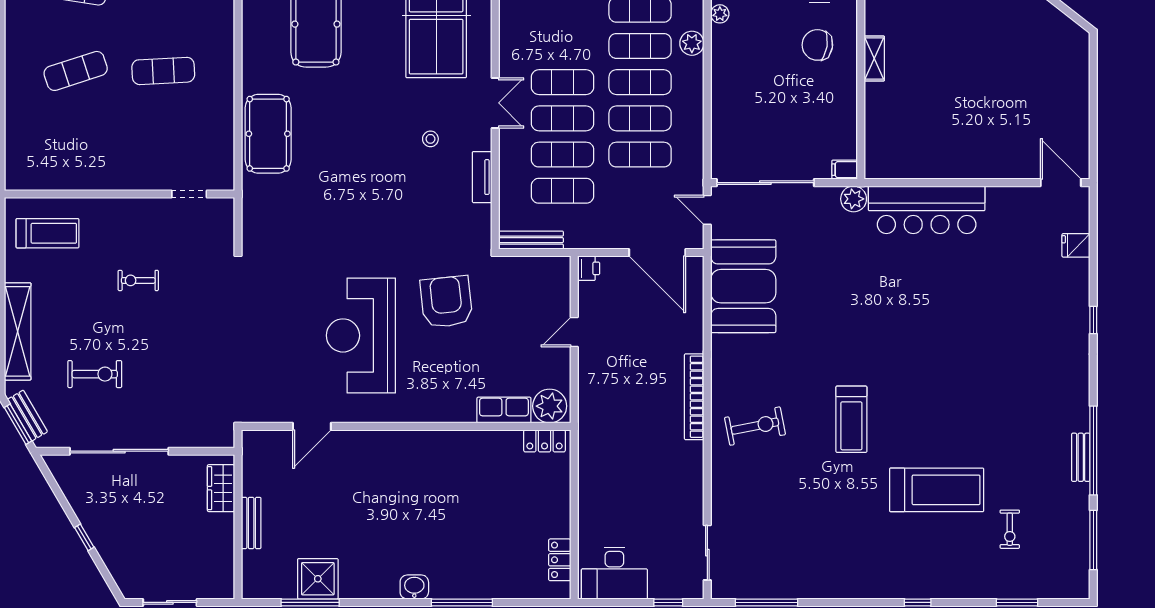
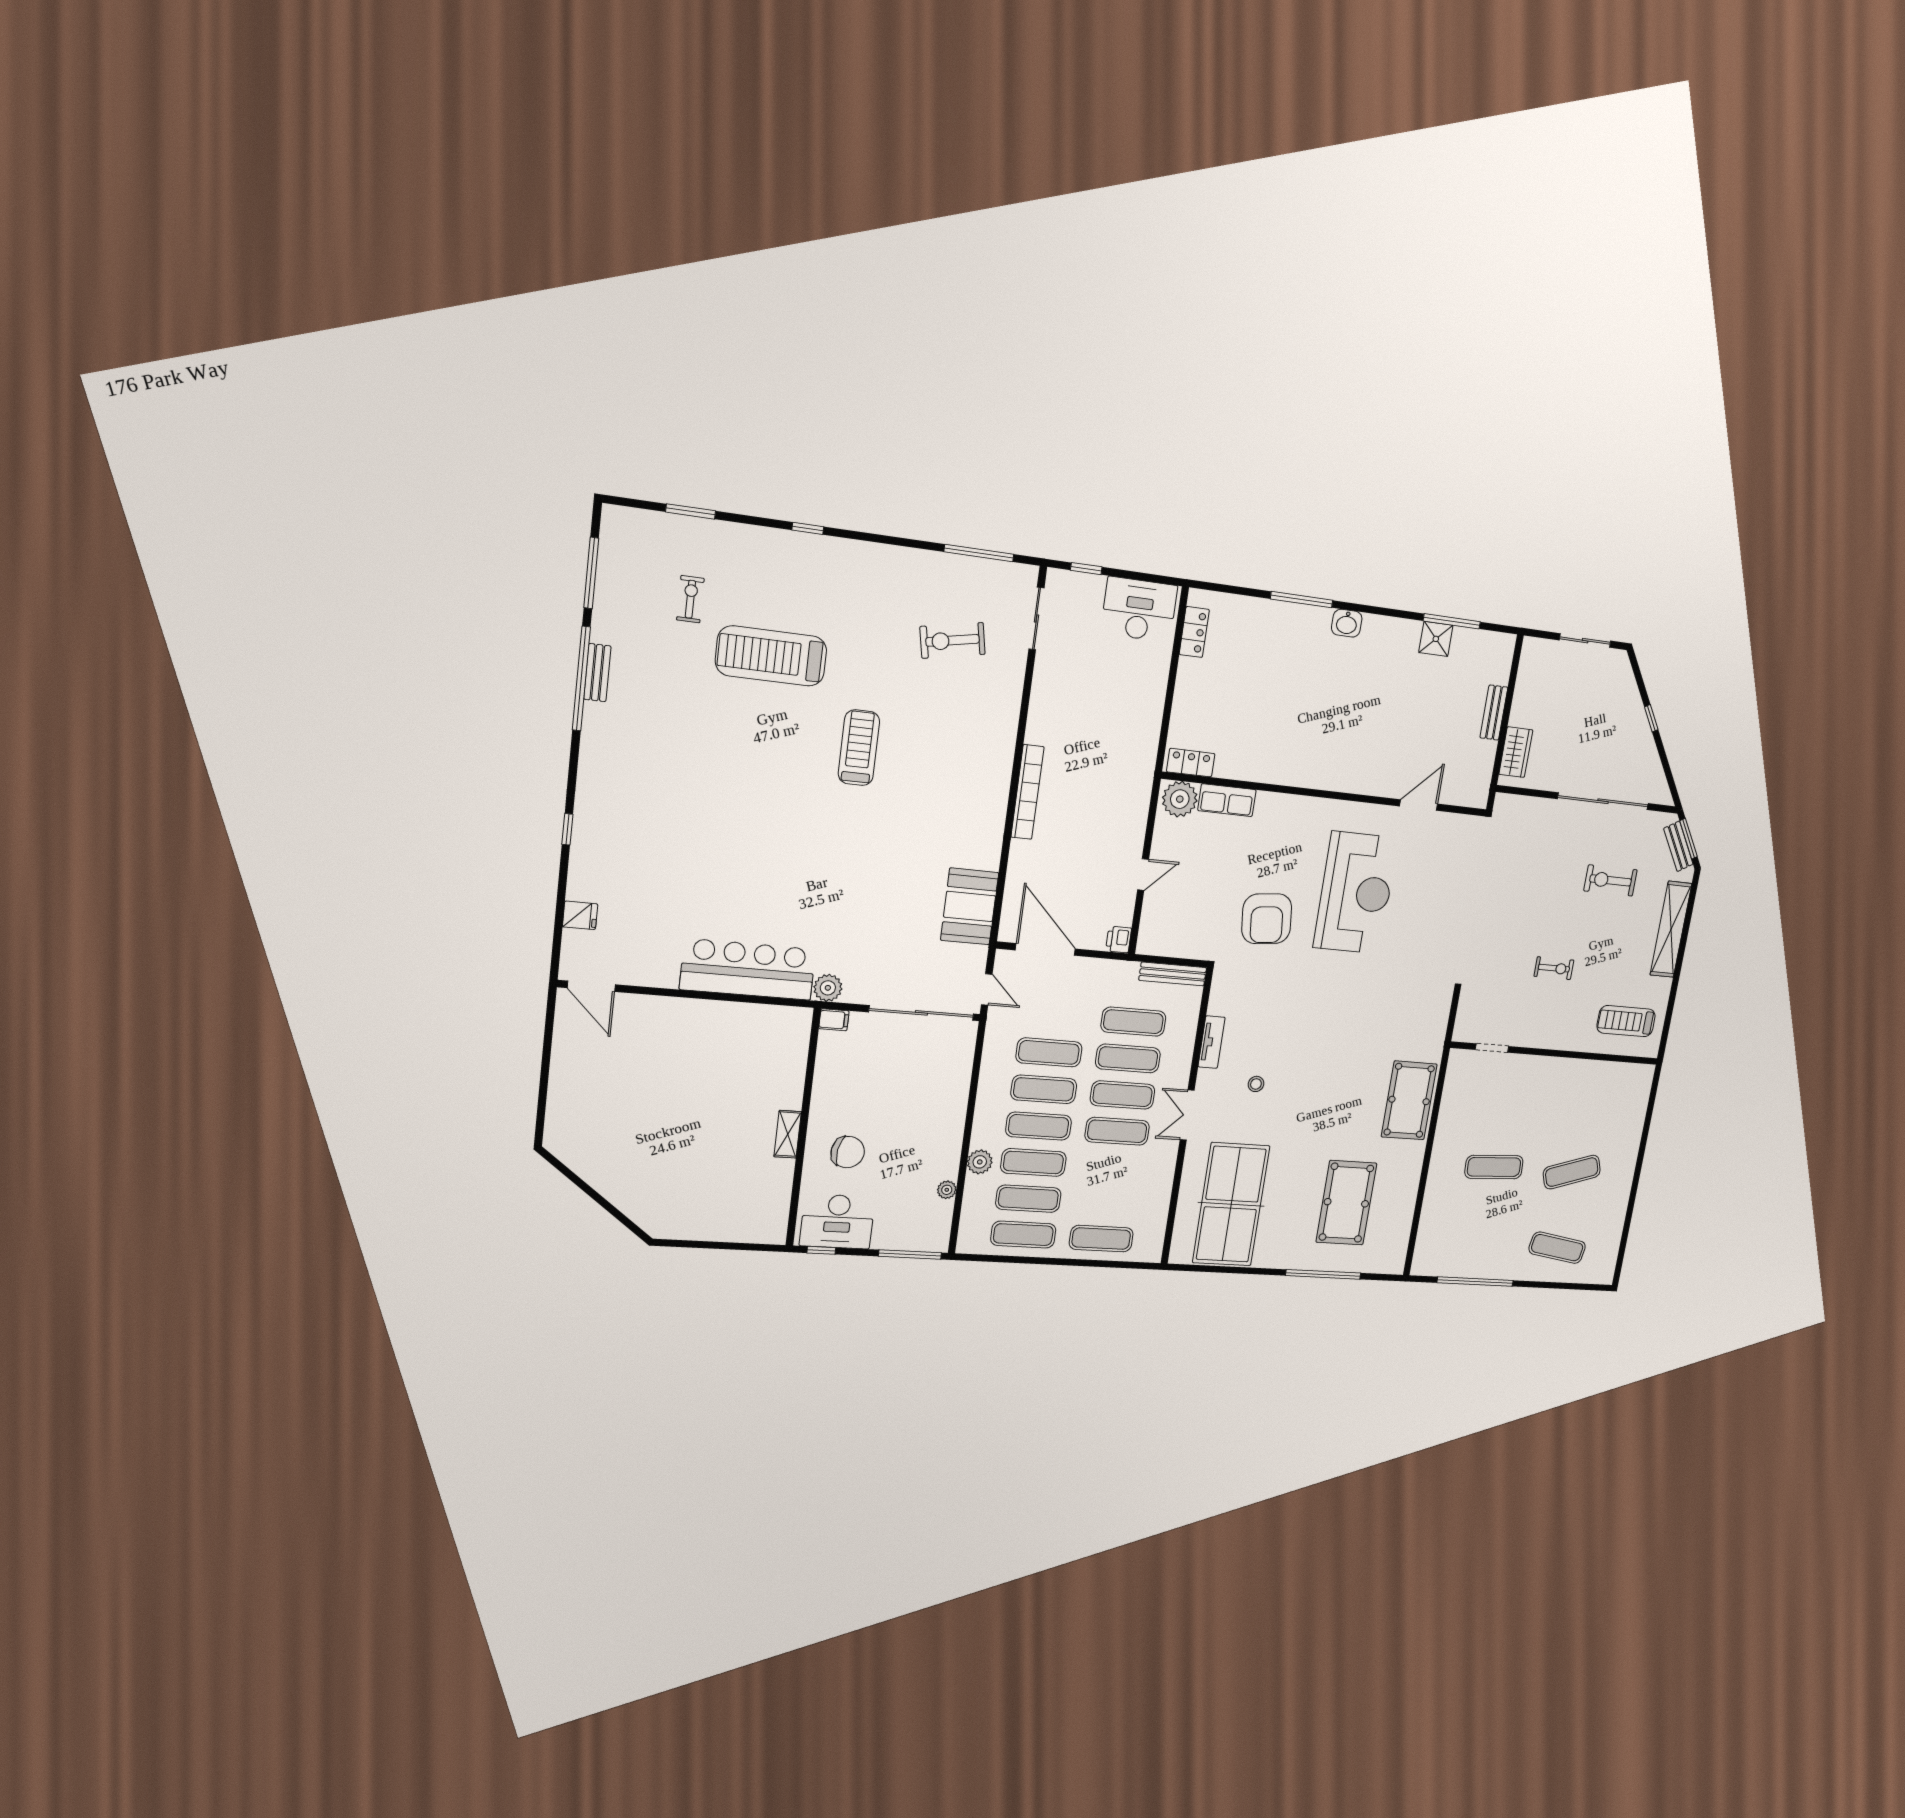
booth: (743, 286) -> (970, 906), width x0.73, depth x0.70
exercise bike: (755, 426) -> (953, 640), moved
shower: (318, 579) -> (1436, 639), width x0.73, depth x0.73

